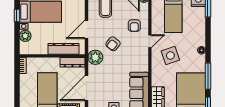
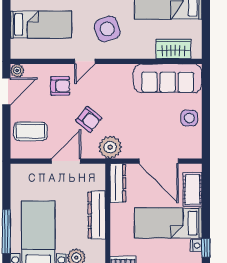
door: (87, 29) -> (66, 161), swing flipped
door: (150, 41) -> (85, 61), swing flipped
dresser: (64, 49) -> (97, 215), moved

